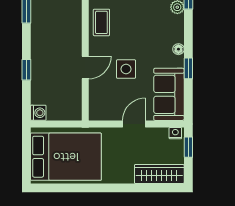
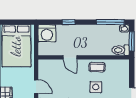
side table: (126, 69) -> (96, 87), moved
washing machine: (38, 113) -> (47, 33), width x1.89, depth x1.89

